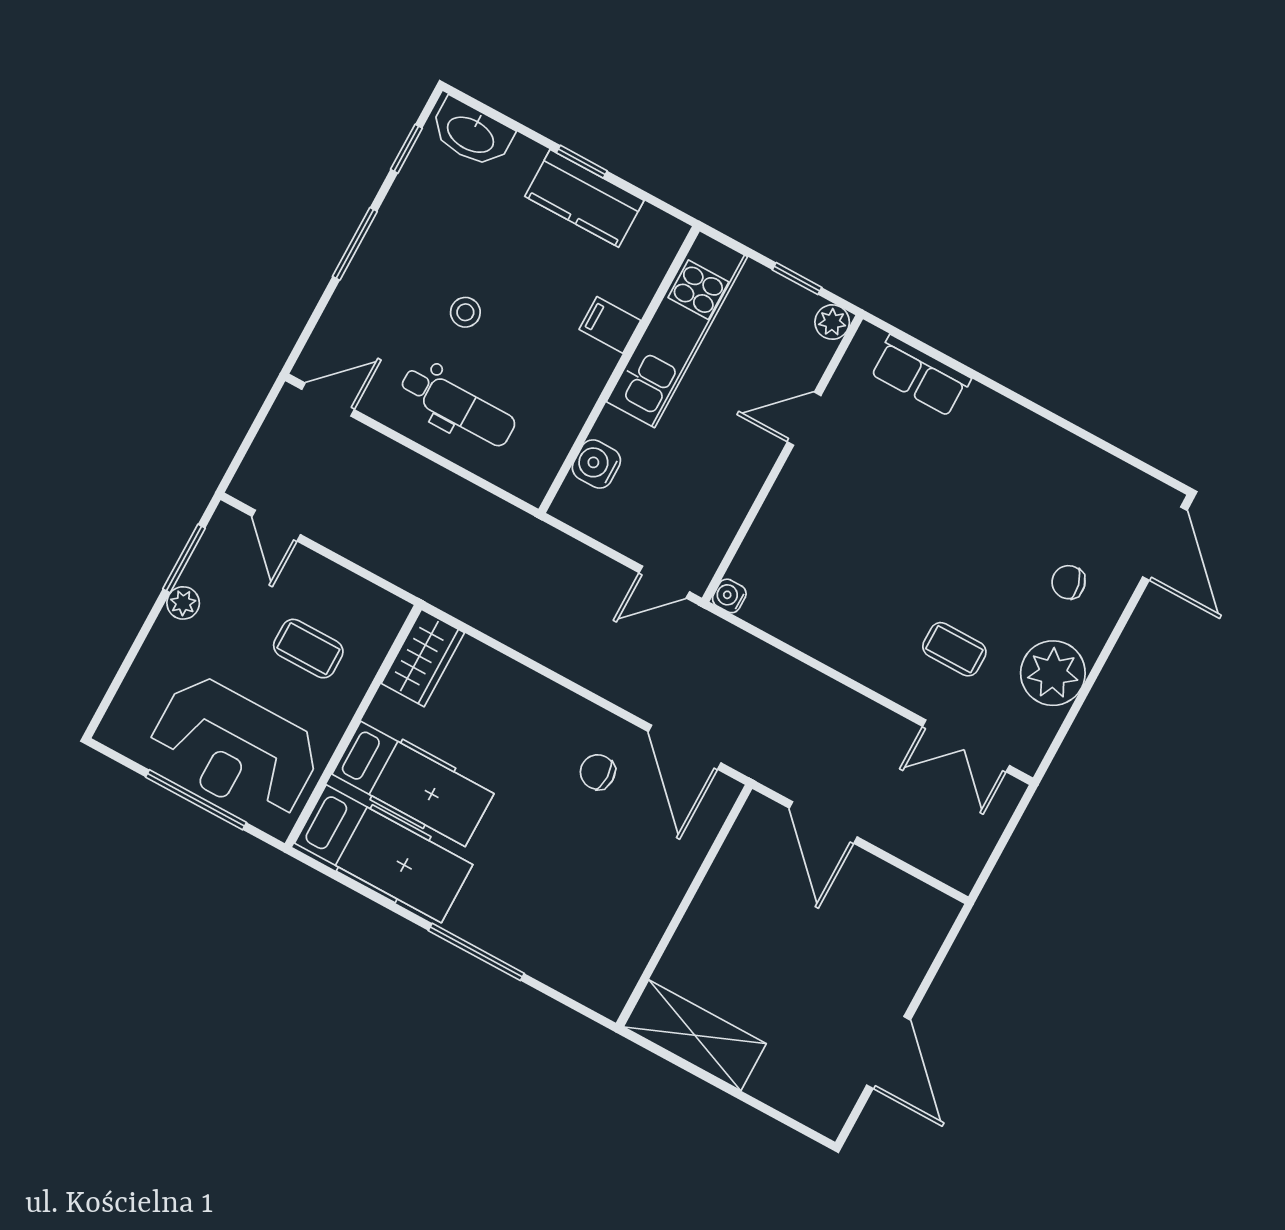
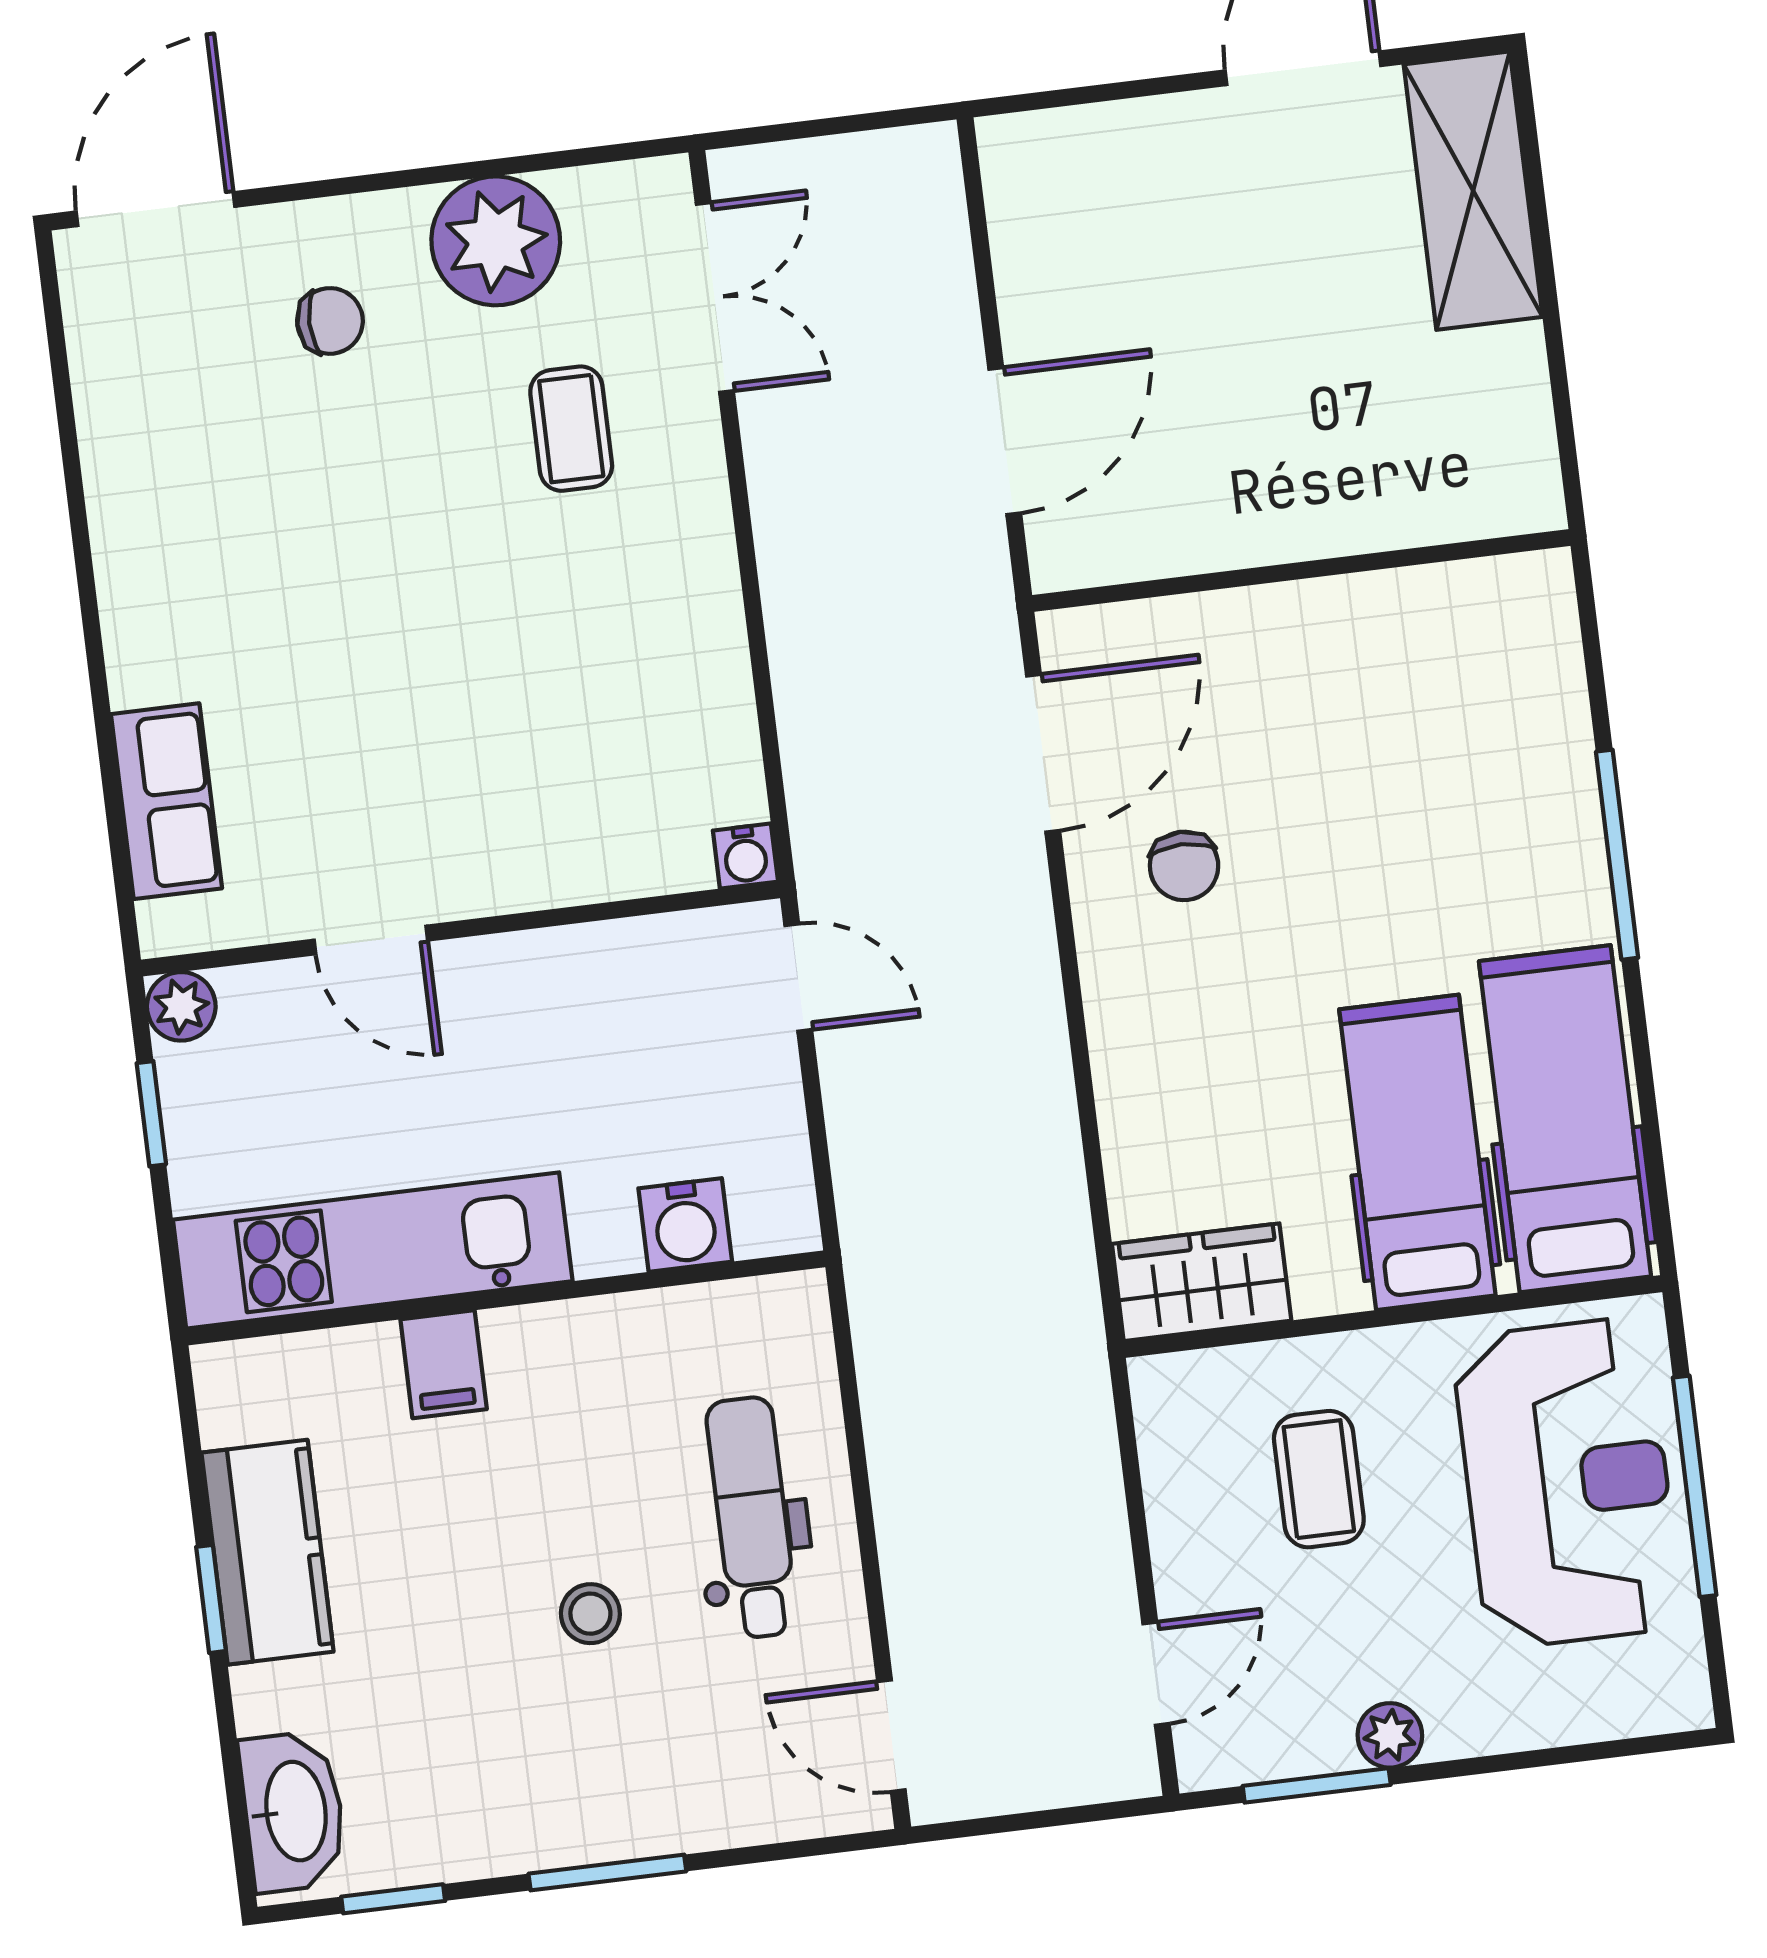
chair: (1069, 582) -> (330, 321), turned -76
shelving: (695, 1035) -> (1473, 191), moved

